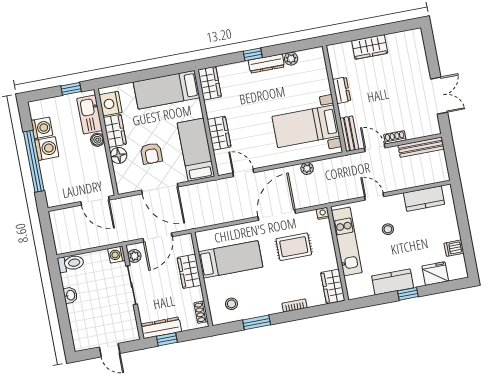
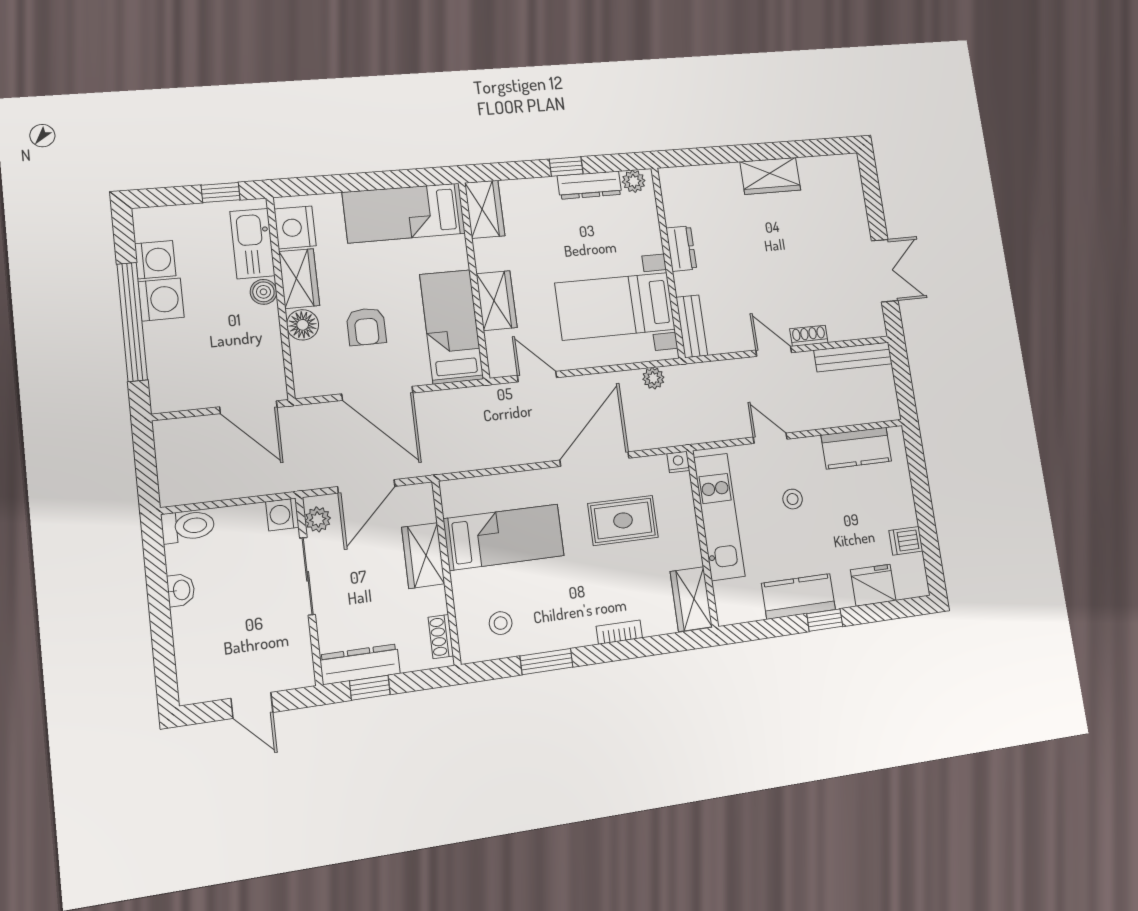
dresser: (342, 90) -> (681, 249), moved
wall: (334, 99) -> (668, 262), moved
bed with nightstands: (306, 126) -> (615, 306), moved
bench: (349, 134) -> (692, 326), moved

